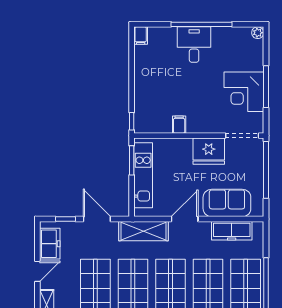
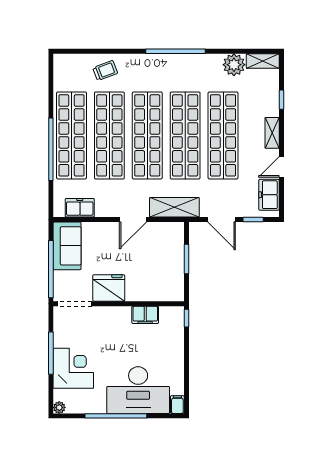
desk: (194, 45) -> (138, 390), width x1.87, depth x1.30
corner desk: (244, 92) -> (73, 368), moved
filing cabinet: (179, 125) -> (145, 315), width x2.00
window: (132, 160) -> (186, 259), moved
kitchen unit: (143, 175) -> (175, 264), removed
sofa: (227, 203) -> (67, 246), moved, turned -90
freezer: (232, 231) -> (80, 208), width x0.71

